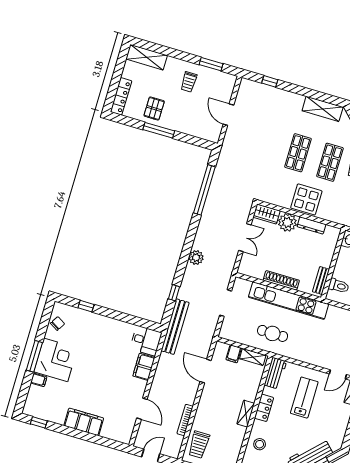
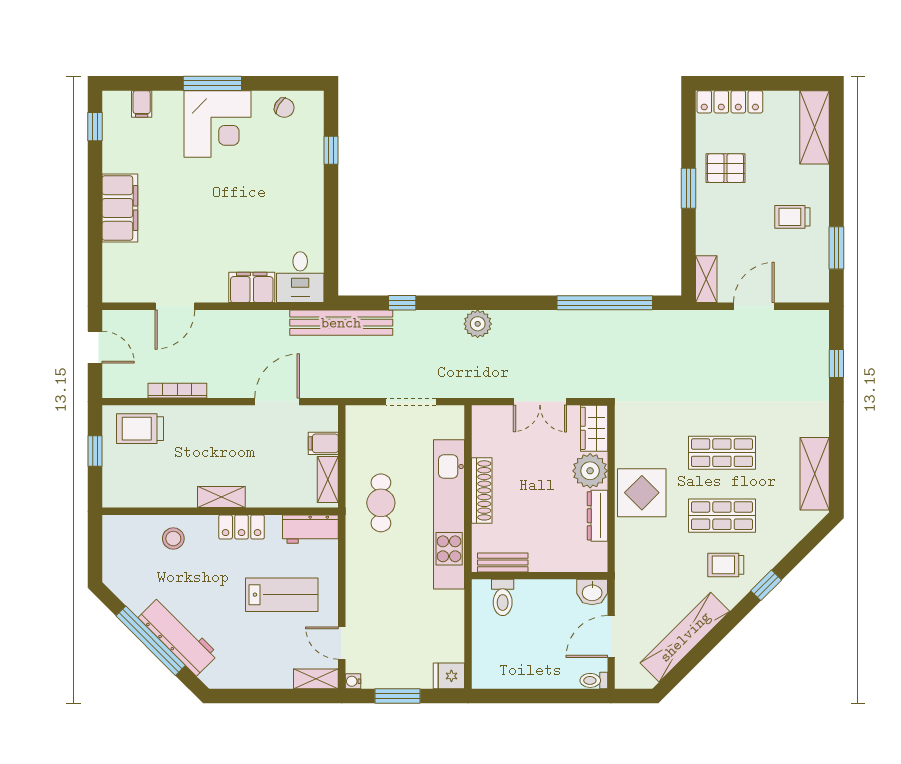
window: (159, 130) -> (689, 188), width x0.69
shelving: (208, 135) -> (706, 279), added
filing cabinet: (39, 380) -> (142, 104), moved

